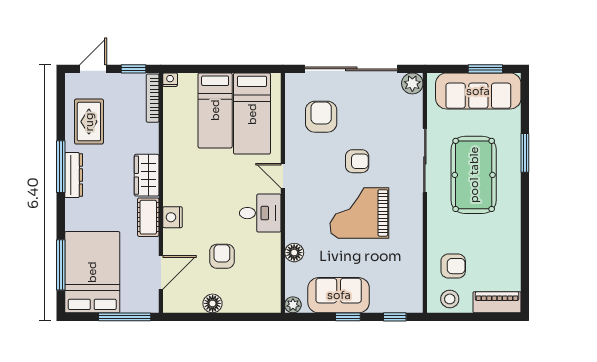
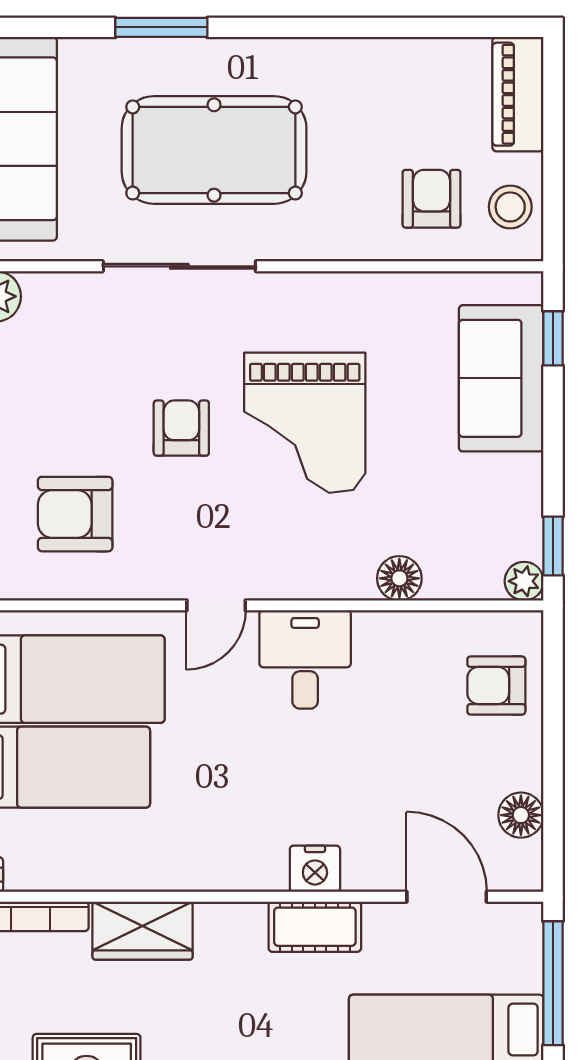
wardrobe: (147, 175) -> (143, 931), moved
armchair: (222, 256) -> (496, 685), moved
sofa: (339, 295) -> (501, 378), moved
floor lamp: (213, 303) -> (521, 815), moved
window: (348, 317) -> (553, 546), moved

